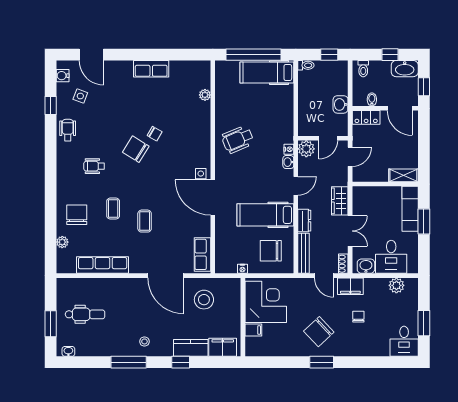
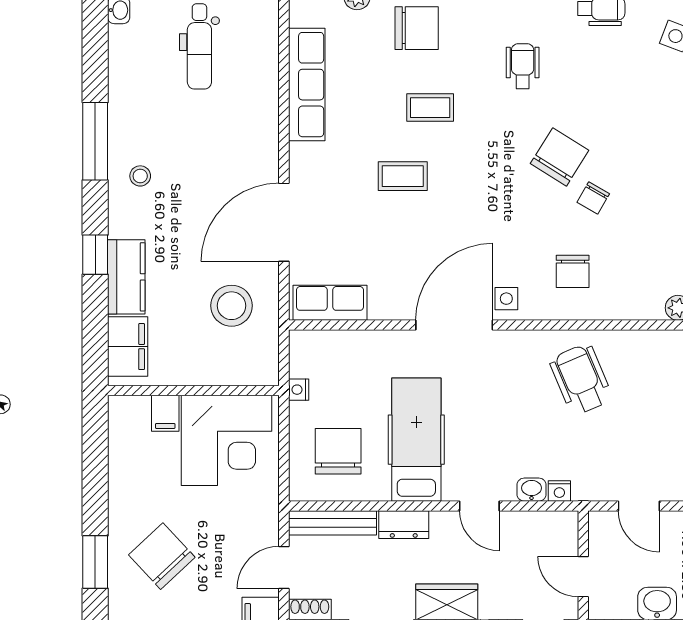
door: (296, 113) -> (639, 506), added
chair: (188, 143) -> (573, 271), added
plant: (306, 149) -> (560, 529), removed

